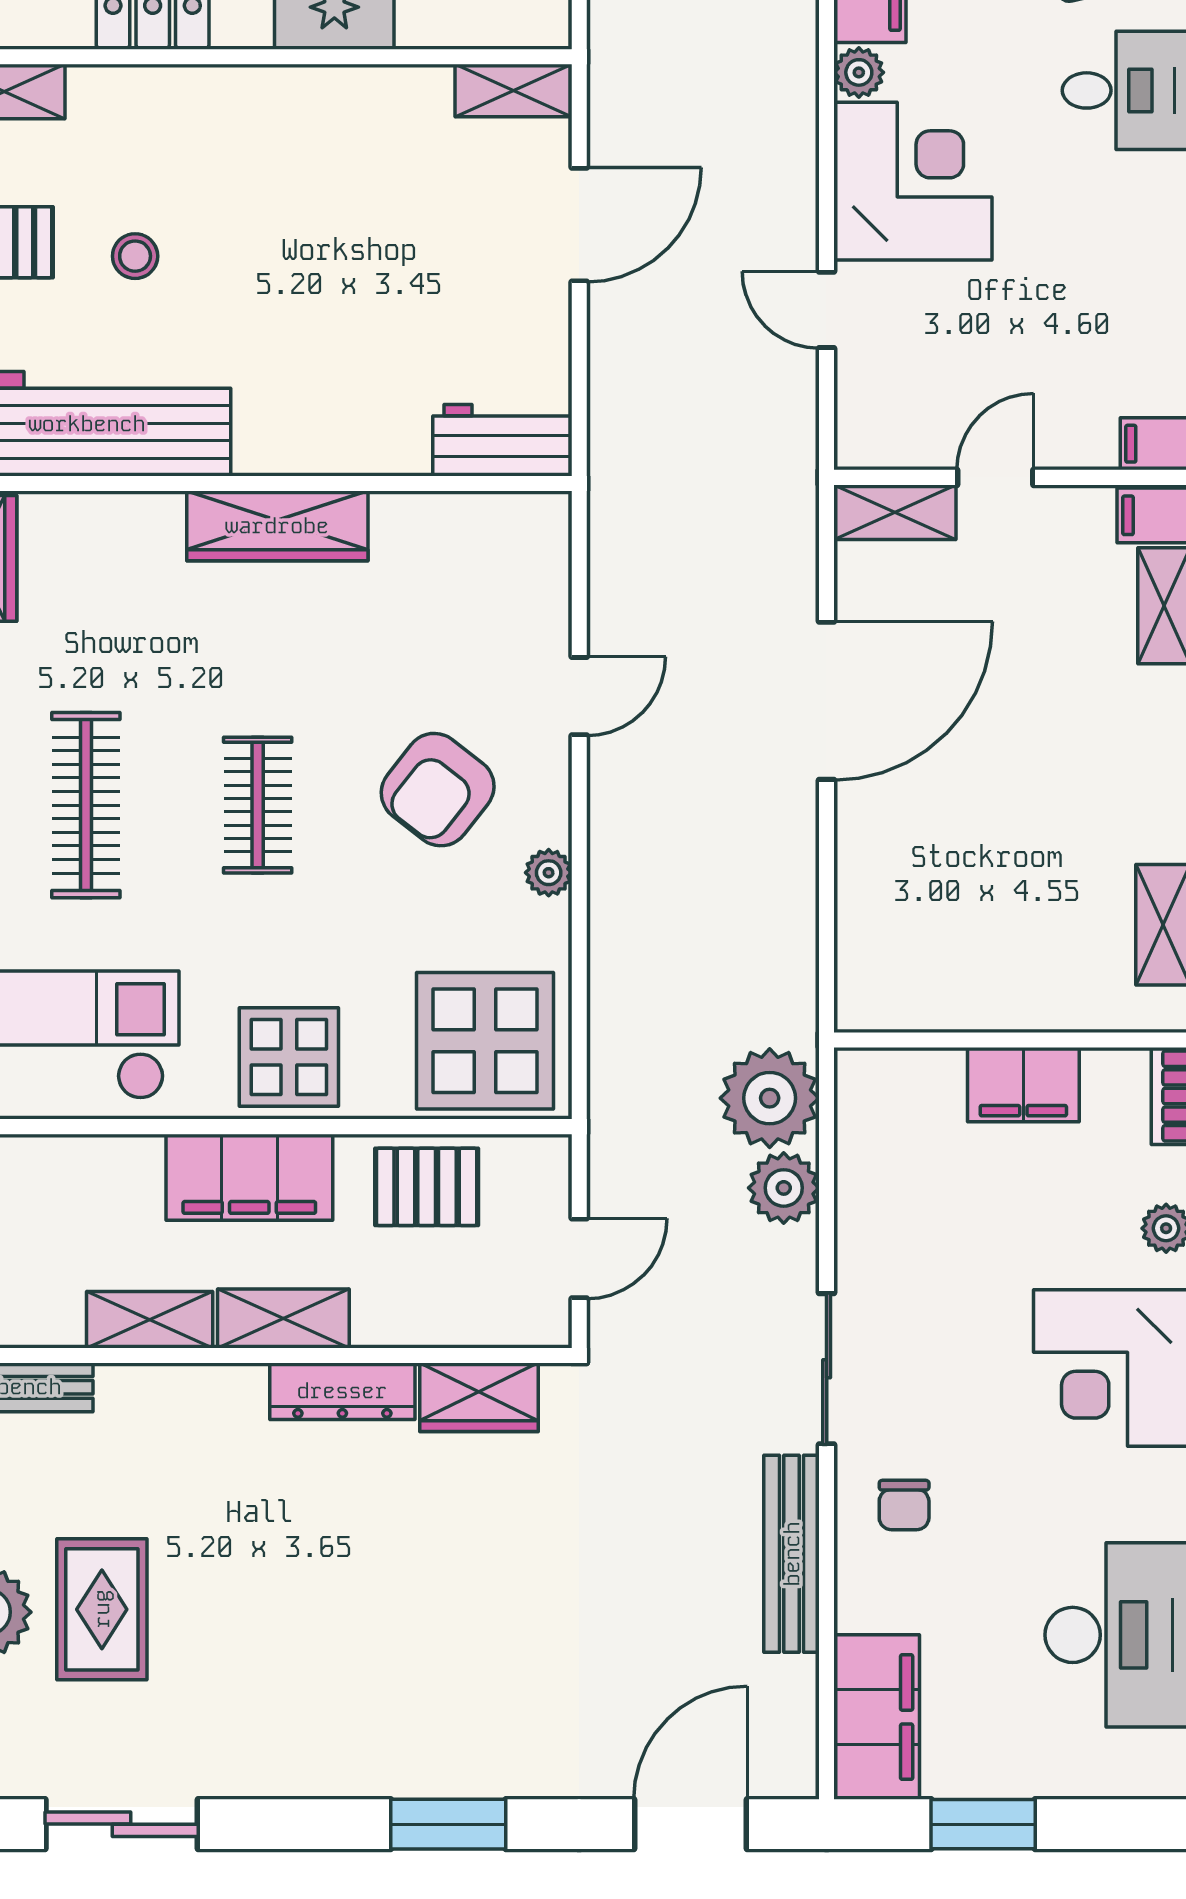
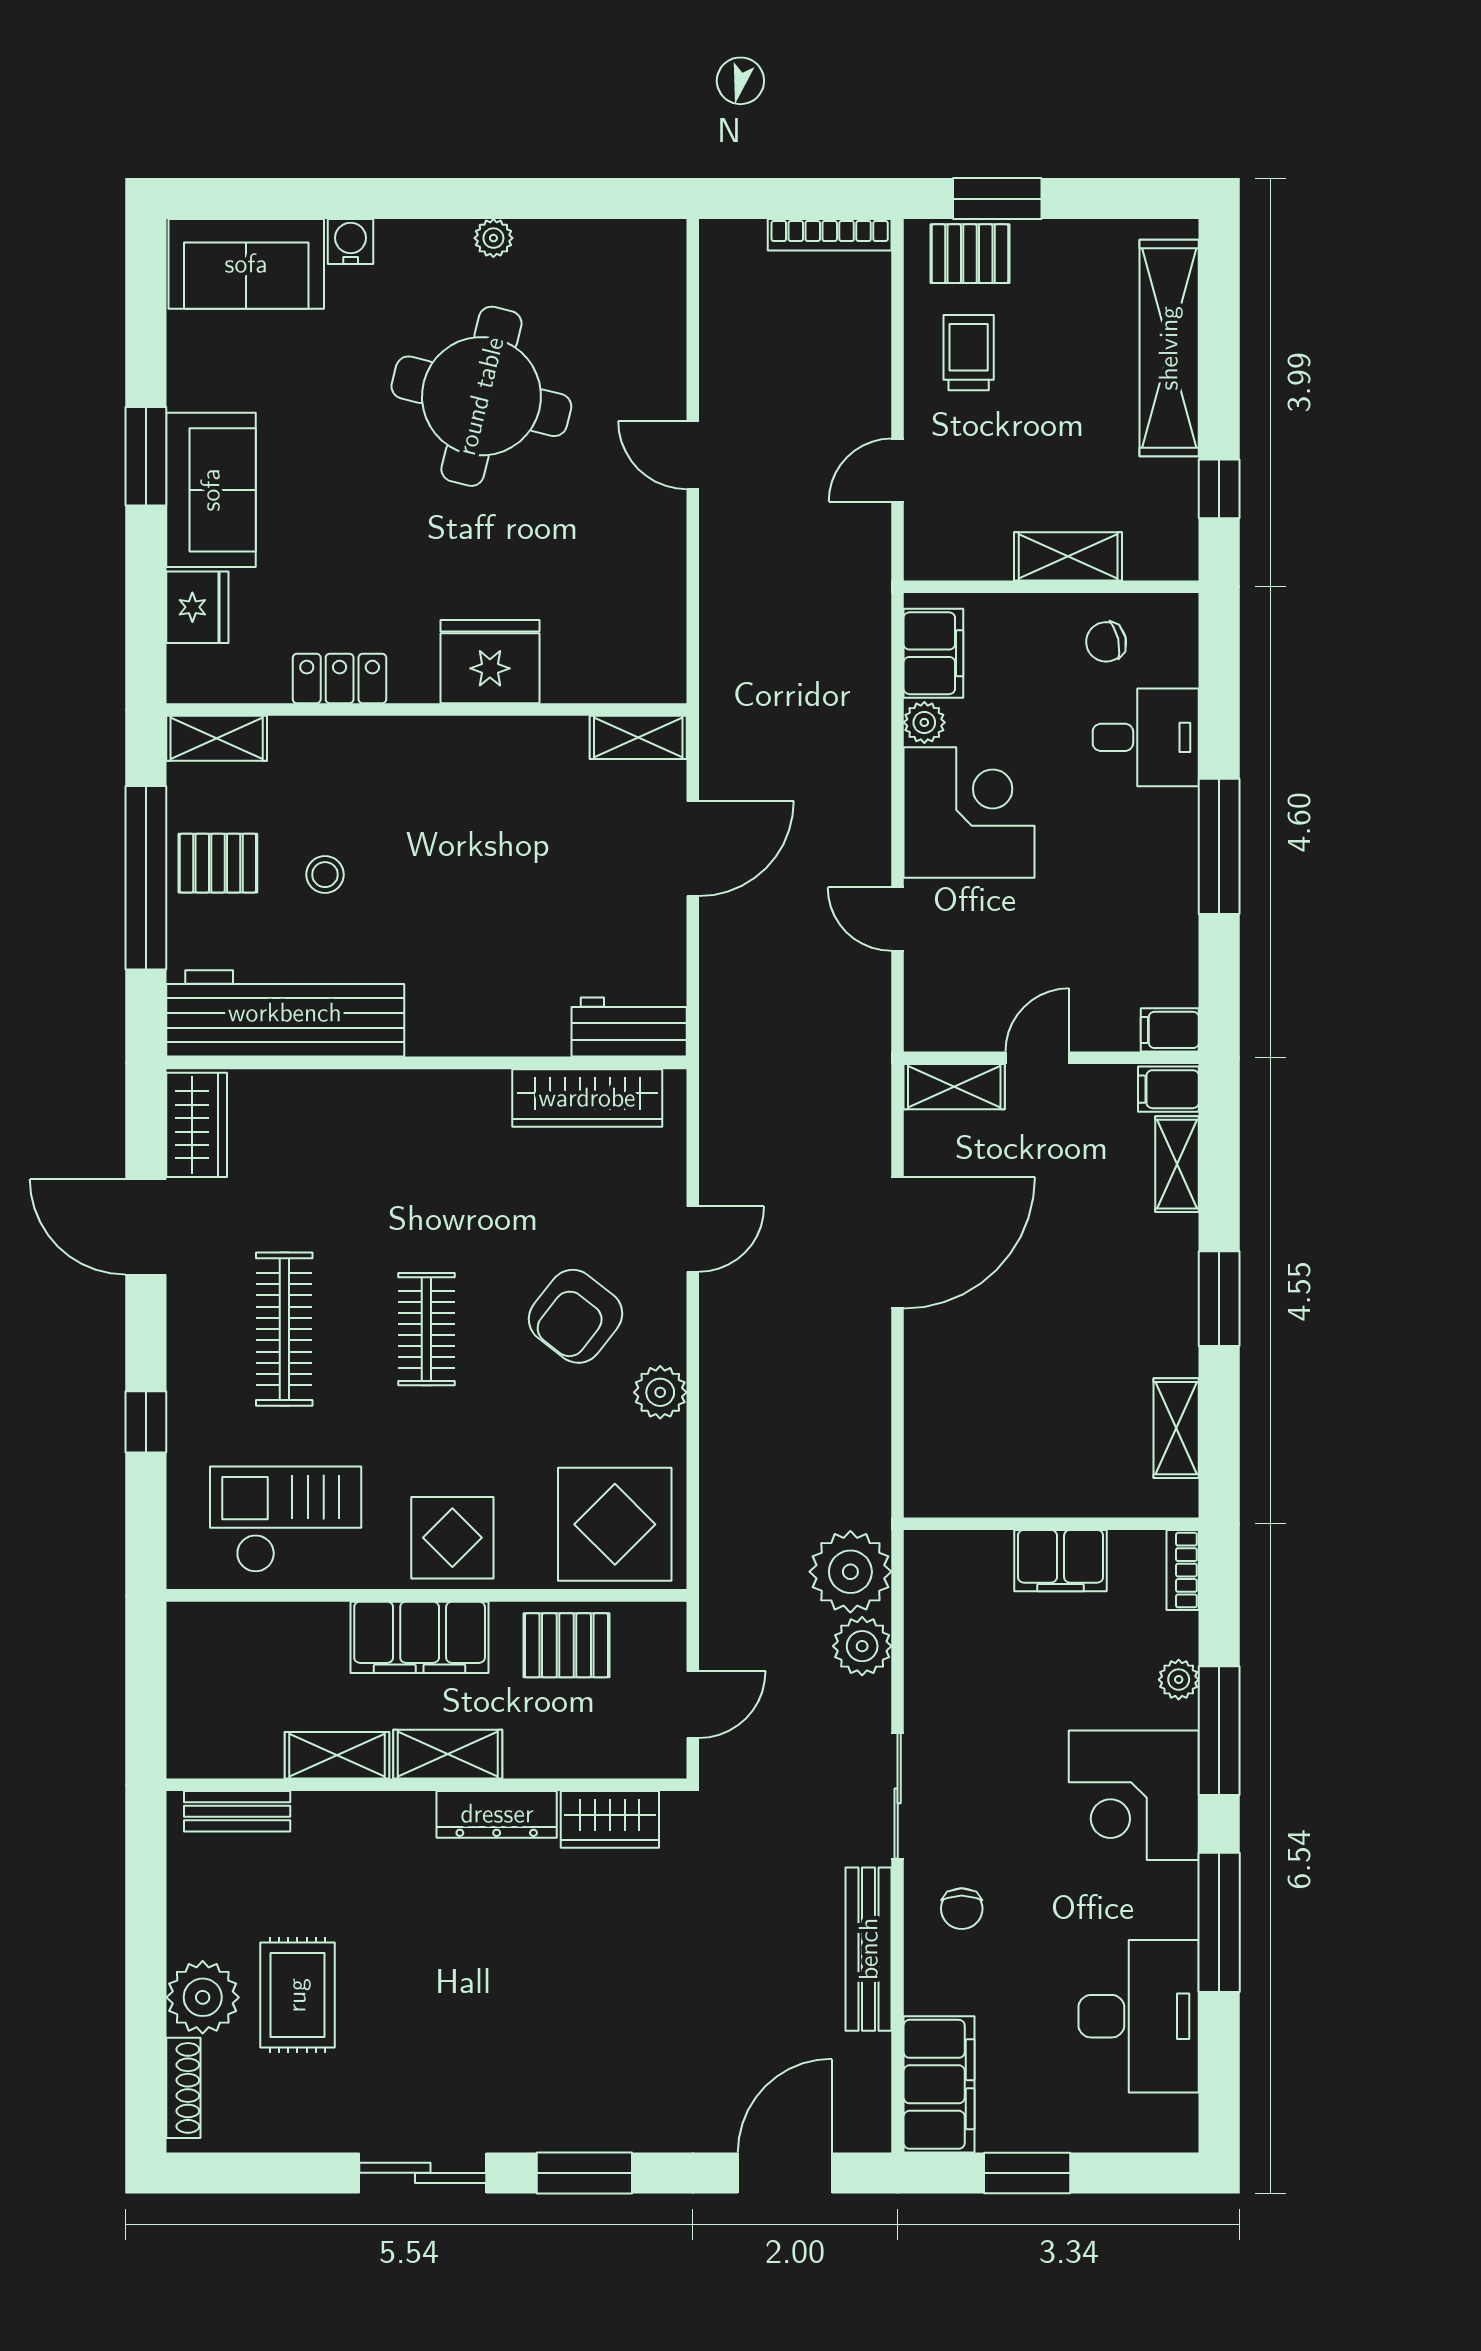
wardrobe: (277, 526) -> (587, 1098), moved
plant: (549, 873) -> (660, 1392), width x1.38, depth x1.38
sliding door: (122, 1824) -> (423, 2173), moved

